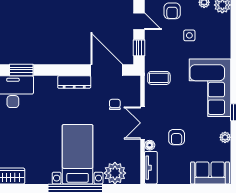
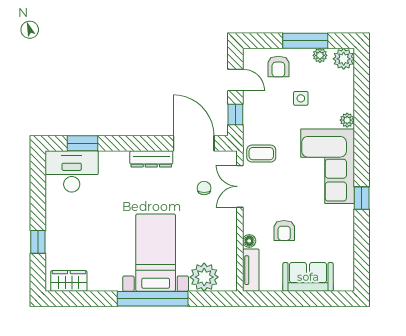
double door: (143, 123) -> (240, 186), moved
plant: (225, 137) -> (347, 120), moved
sofa: (210, 173) -> (308, 277), moved

